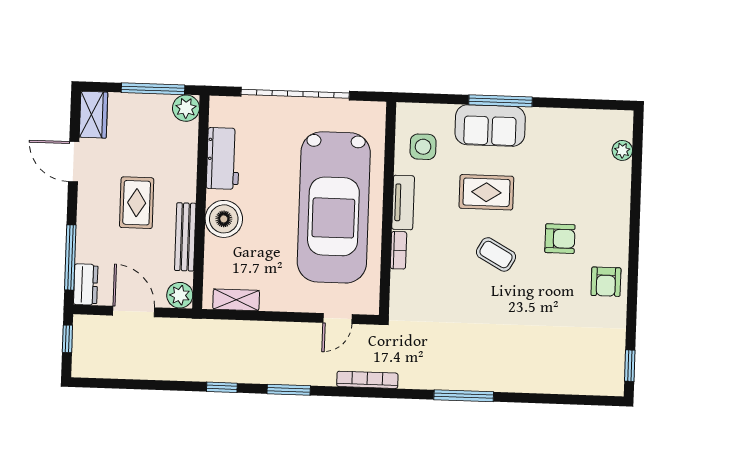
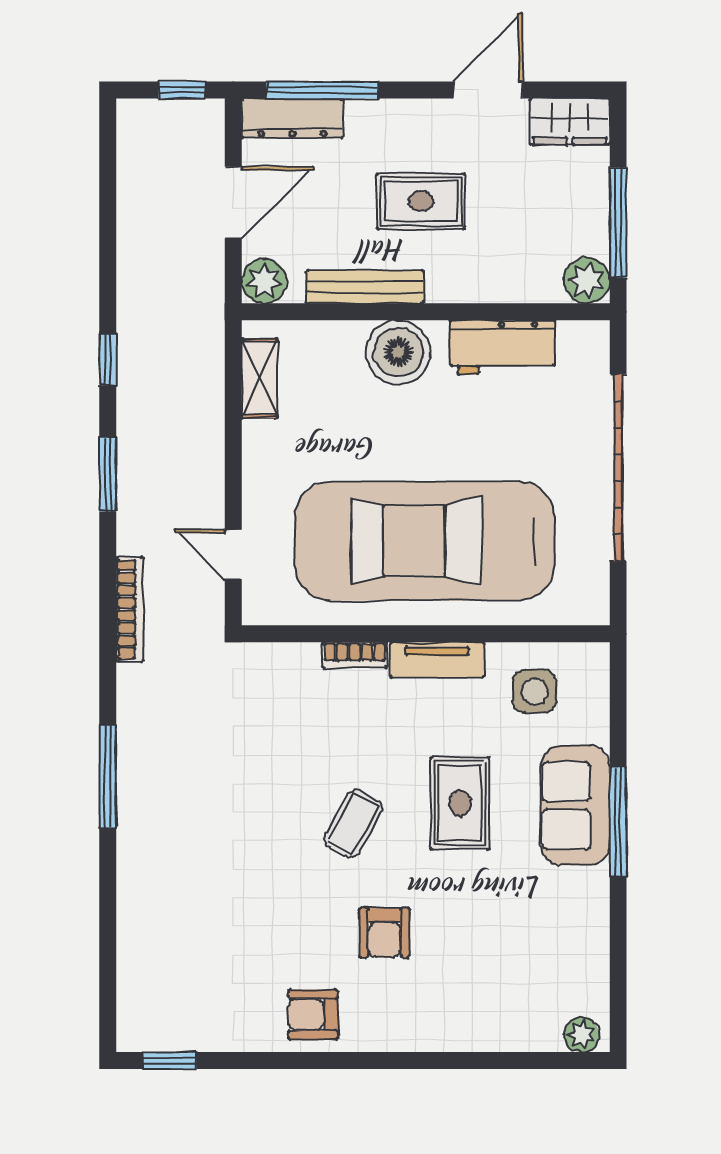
plant: (622, 150) -> (582, 1035), moved
dresser: (86, 284) -> (292, 118), width x1.44

